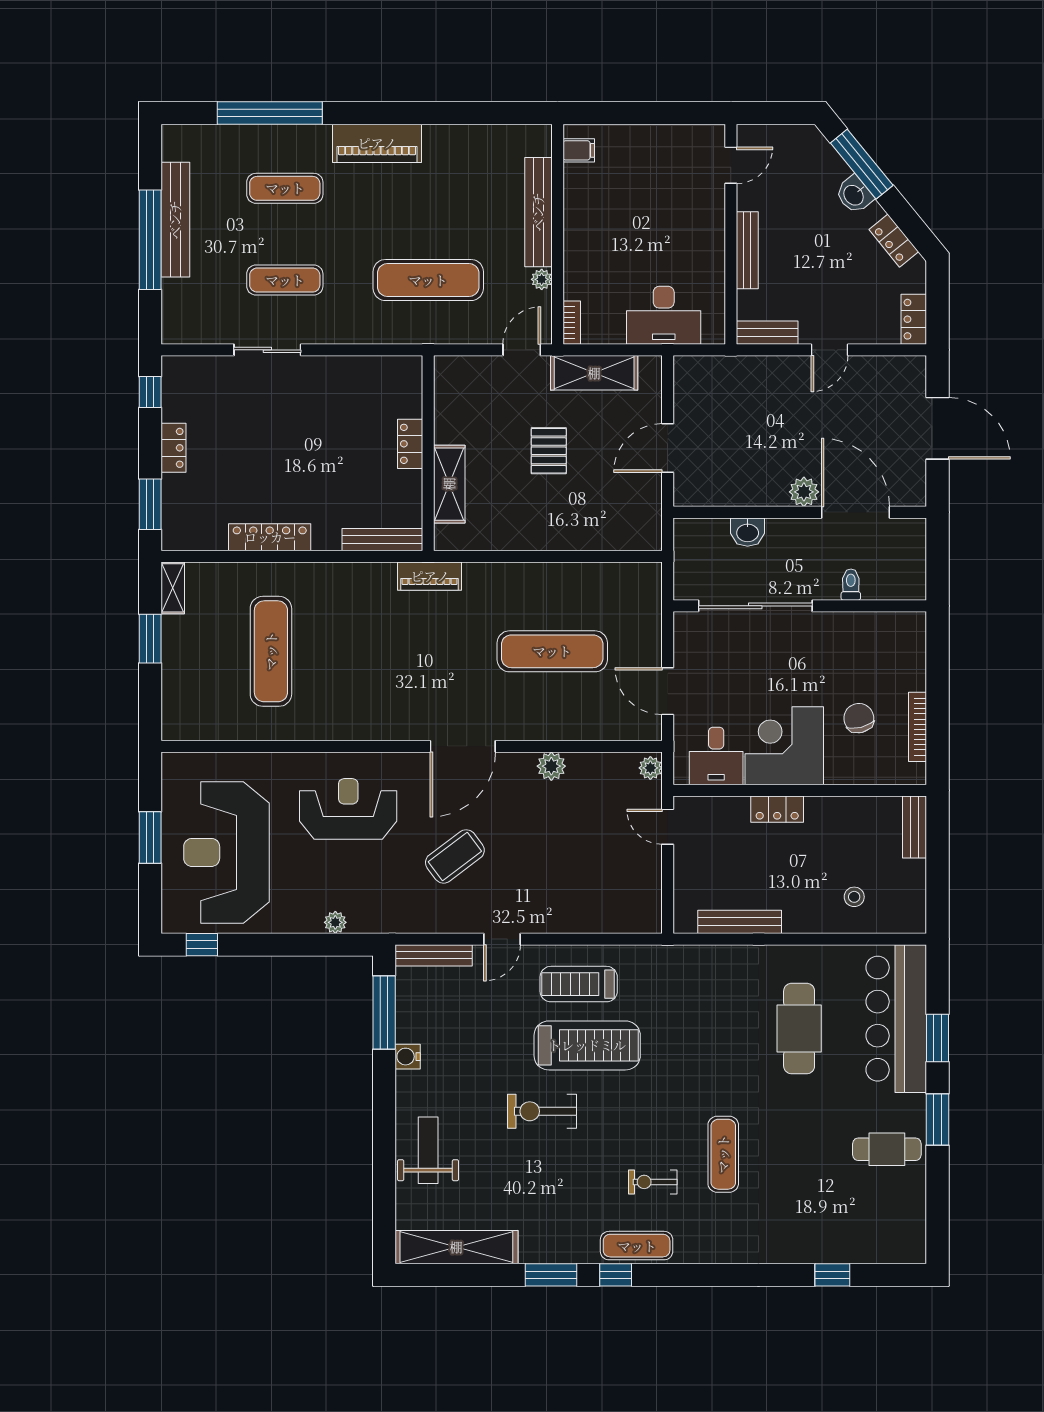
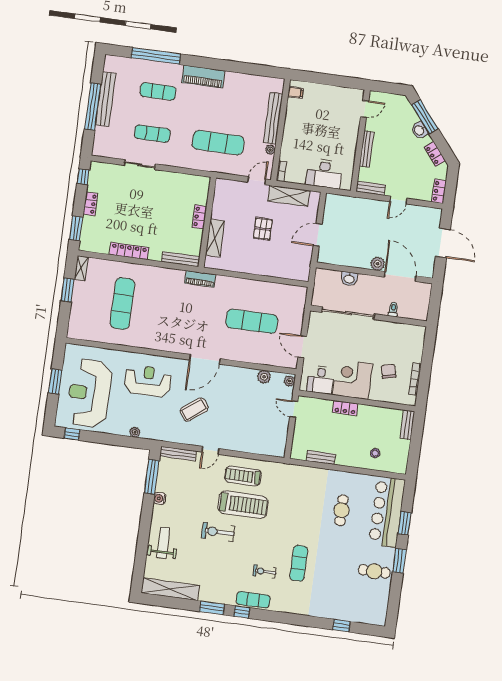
plant: (551, 766) -> (264, 377), moved
bench: (740, 922) -> (321, 457), width x0.73
cafe table: (799, 1029) -> (342, 510), width x0.73, depth x0.74

